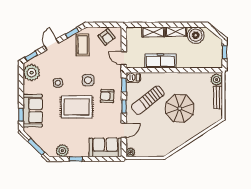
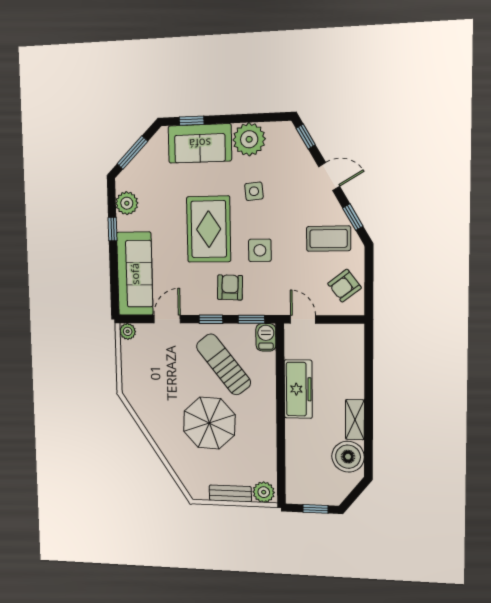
shelving: (153, 32) -> (354, 376), removed
door: (124, 58) -> (303, 319), hinge flipped
plant: (32, 73) -> (249, 139), moved
door: (124, 130) -> (167, 319), swing flipped
sofa: (105, 147) -> (135, 274), width x1.36

